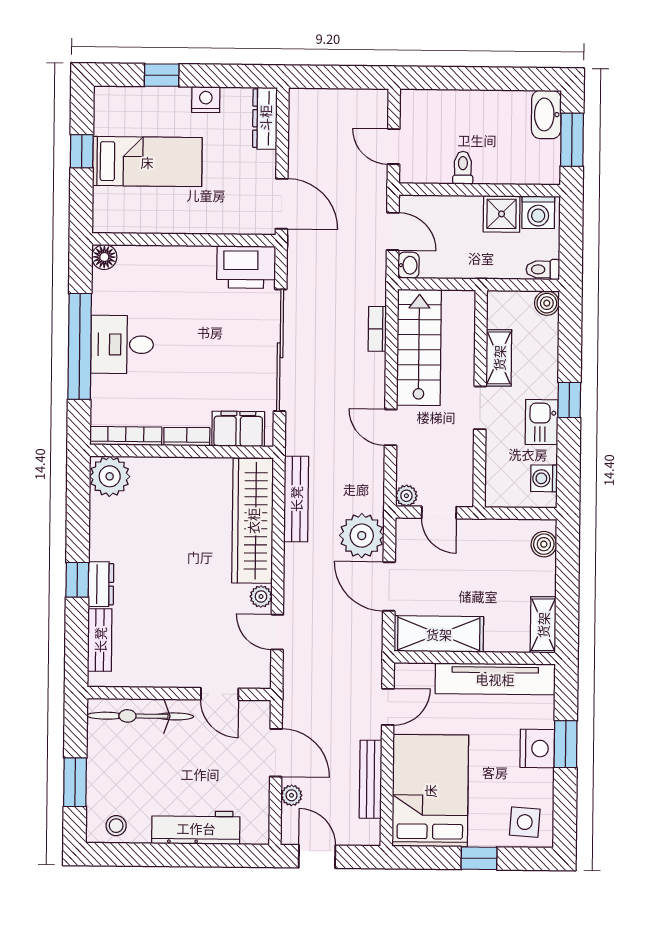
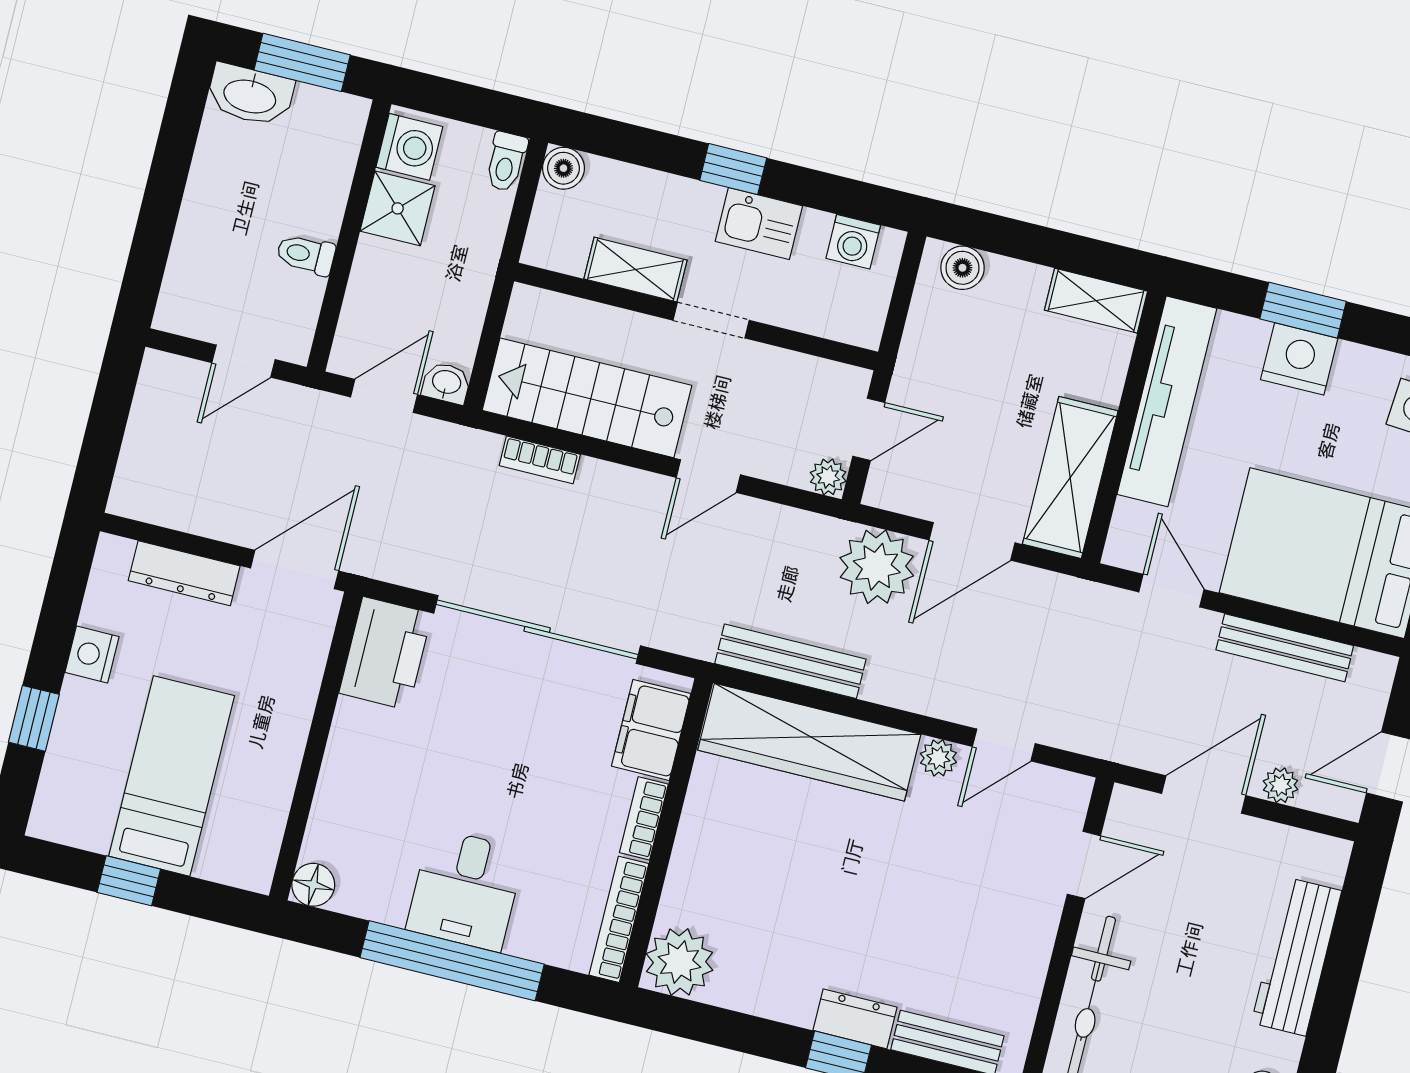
dresser: (265, 118) -> (184, 573), moved

